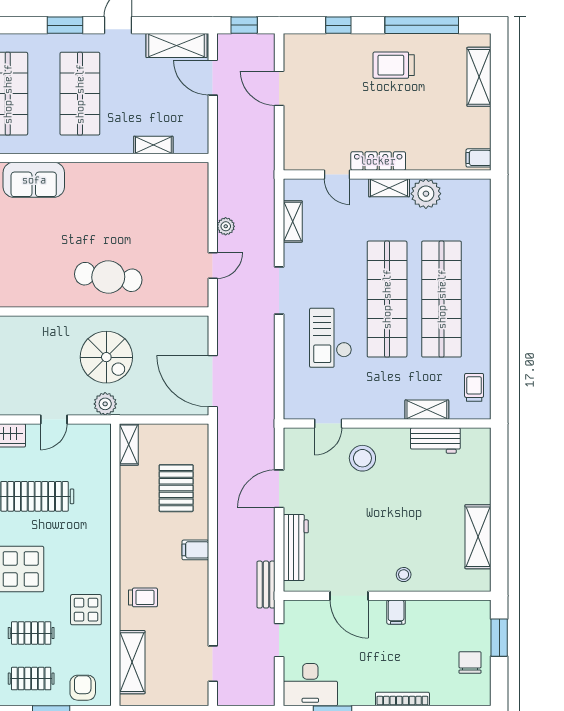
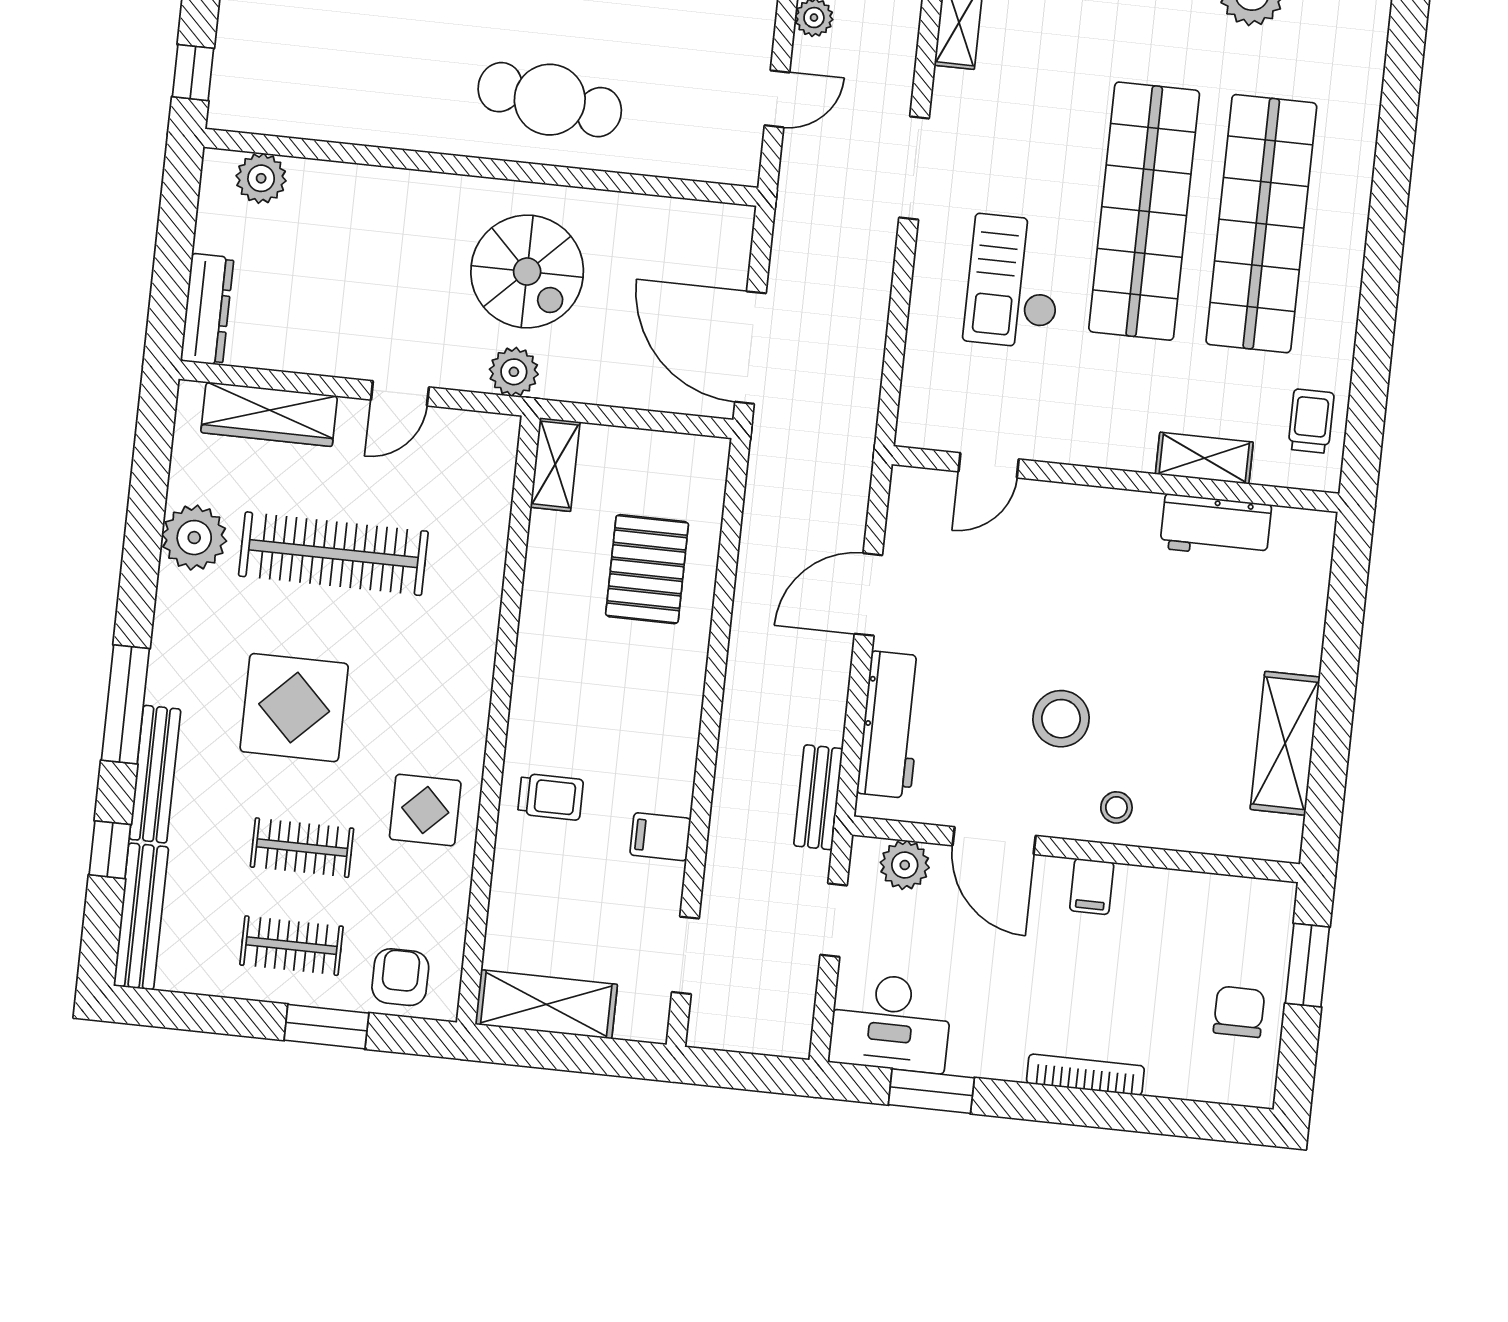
stool: (362, 458) -> (1061, 719), moved
filing cabinet: (195, 550) -> (660, 837), moved
plant: (309, 611) -> (905, 865), added
shelving: (132, 662) -> (546, 1004), moved, turned 90

